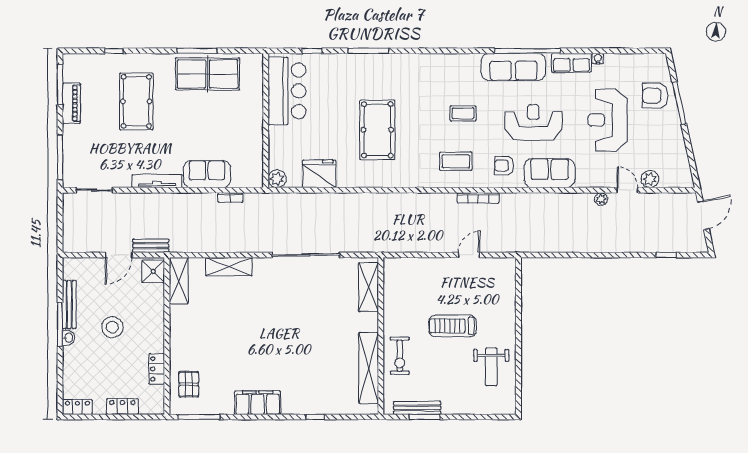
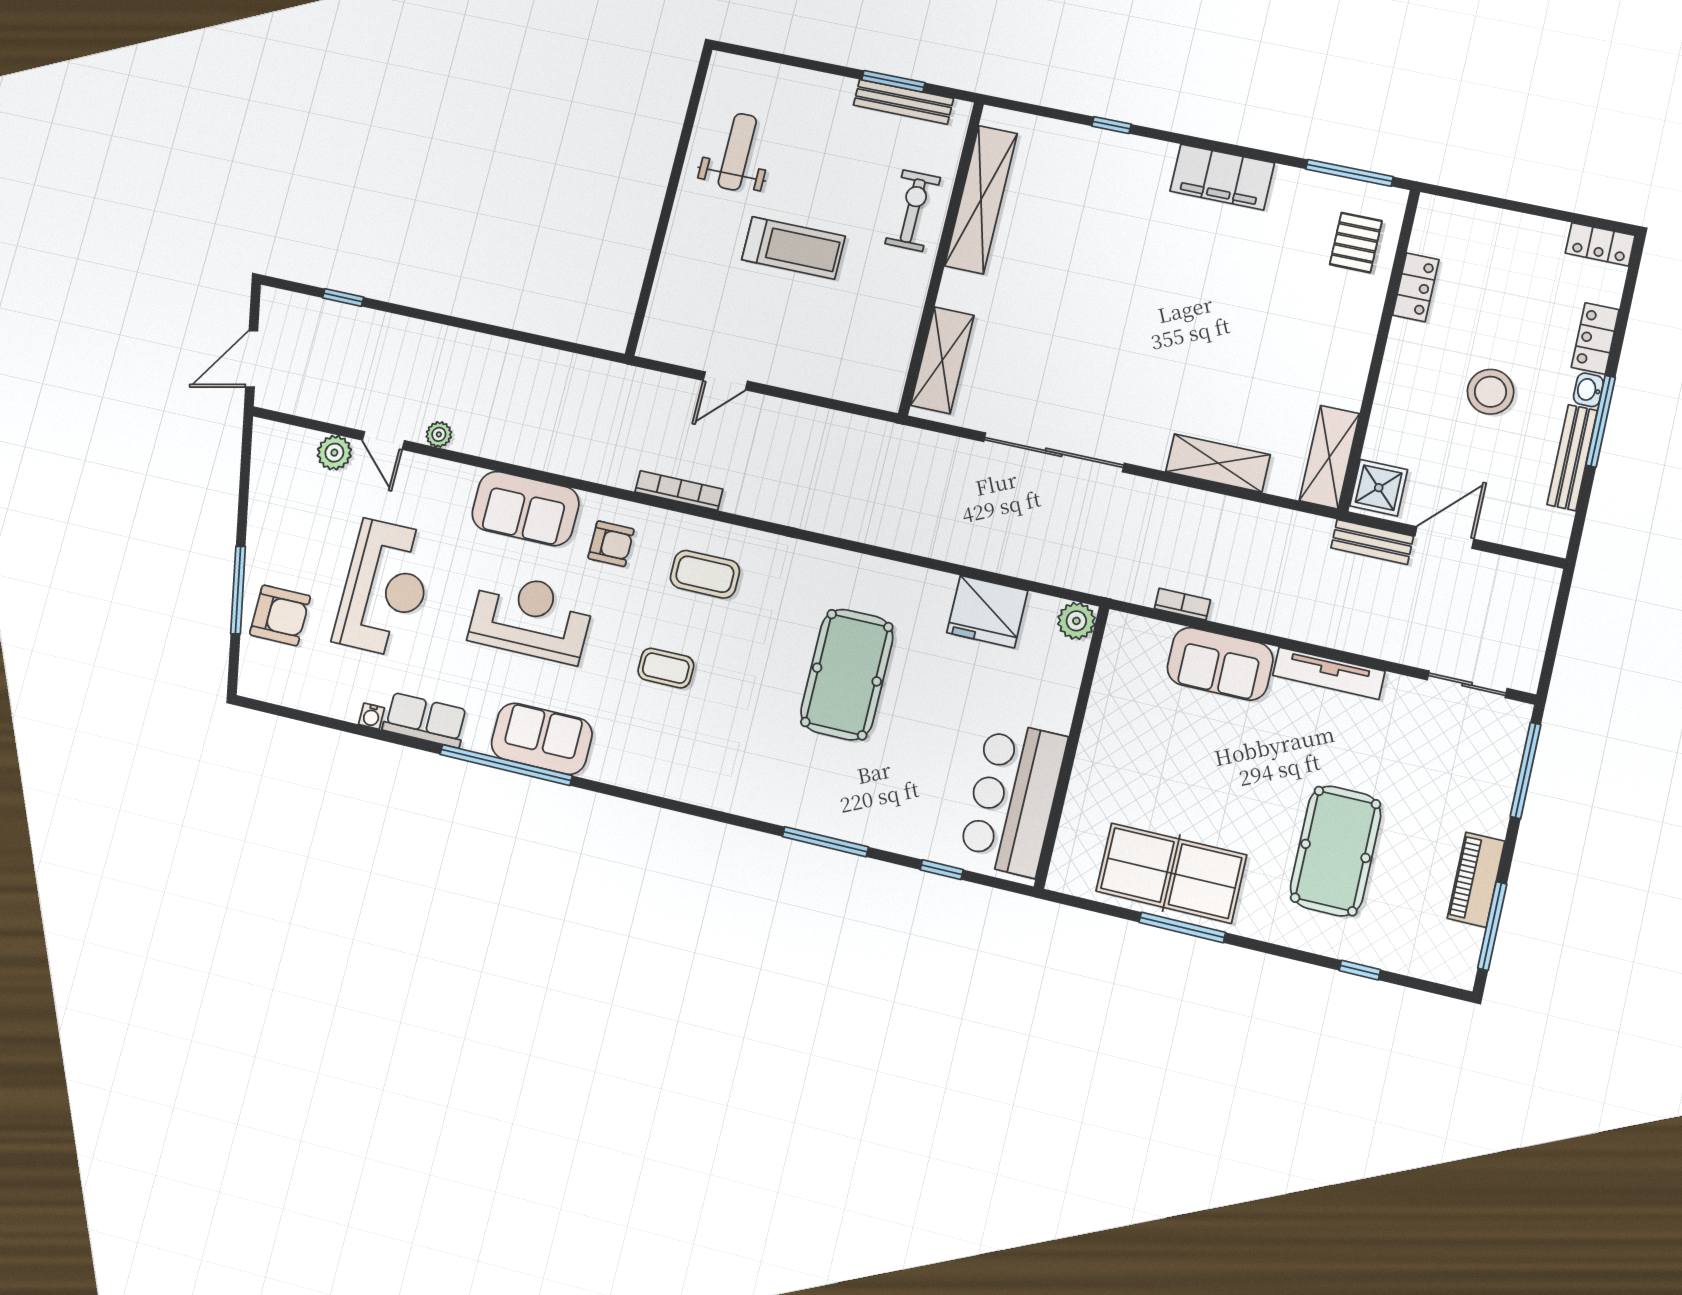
sofa: (513, 67) -> (542, 739), width x0.73
reception desk: (533, 122) -> (531, 617), turned 180
locker: (122, 407) -> (1595, 339), moved, turned 90

